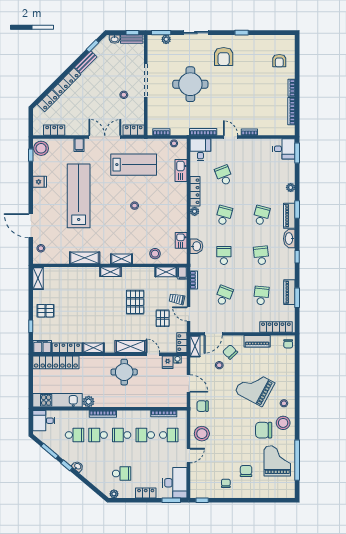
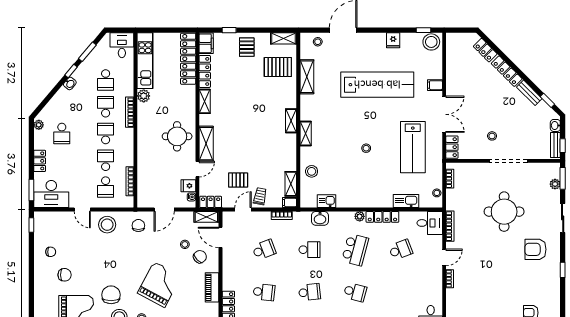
locker: (54, 130) -> (452, 57), removed
school desk: (224, 215) -> (355, 250), width x1.85
shelving: (85, 258) -> (307, 77), moved
school desk: (224, 296) -> (264, 250), turned -42
pallet: (135, 302) -> (278, 67), moved

